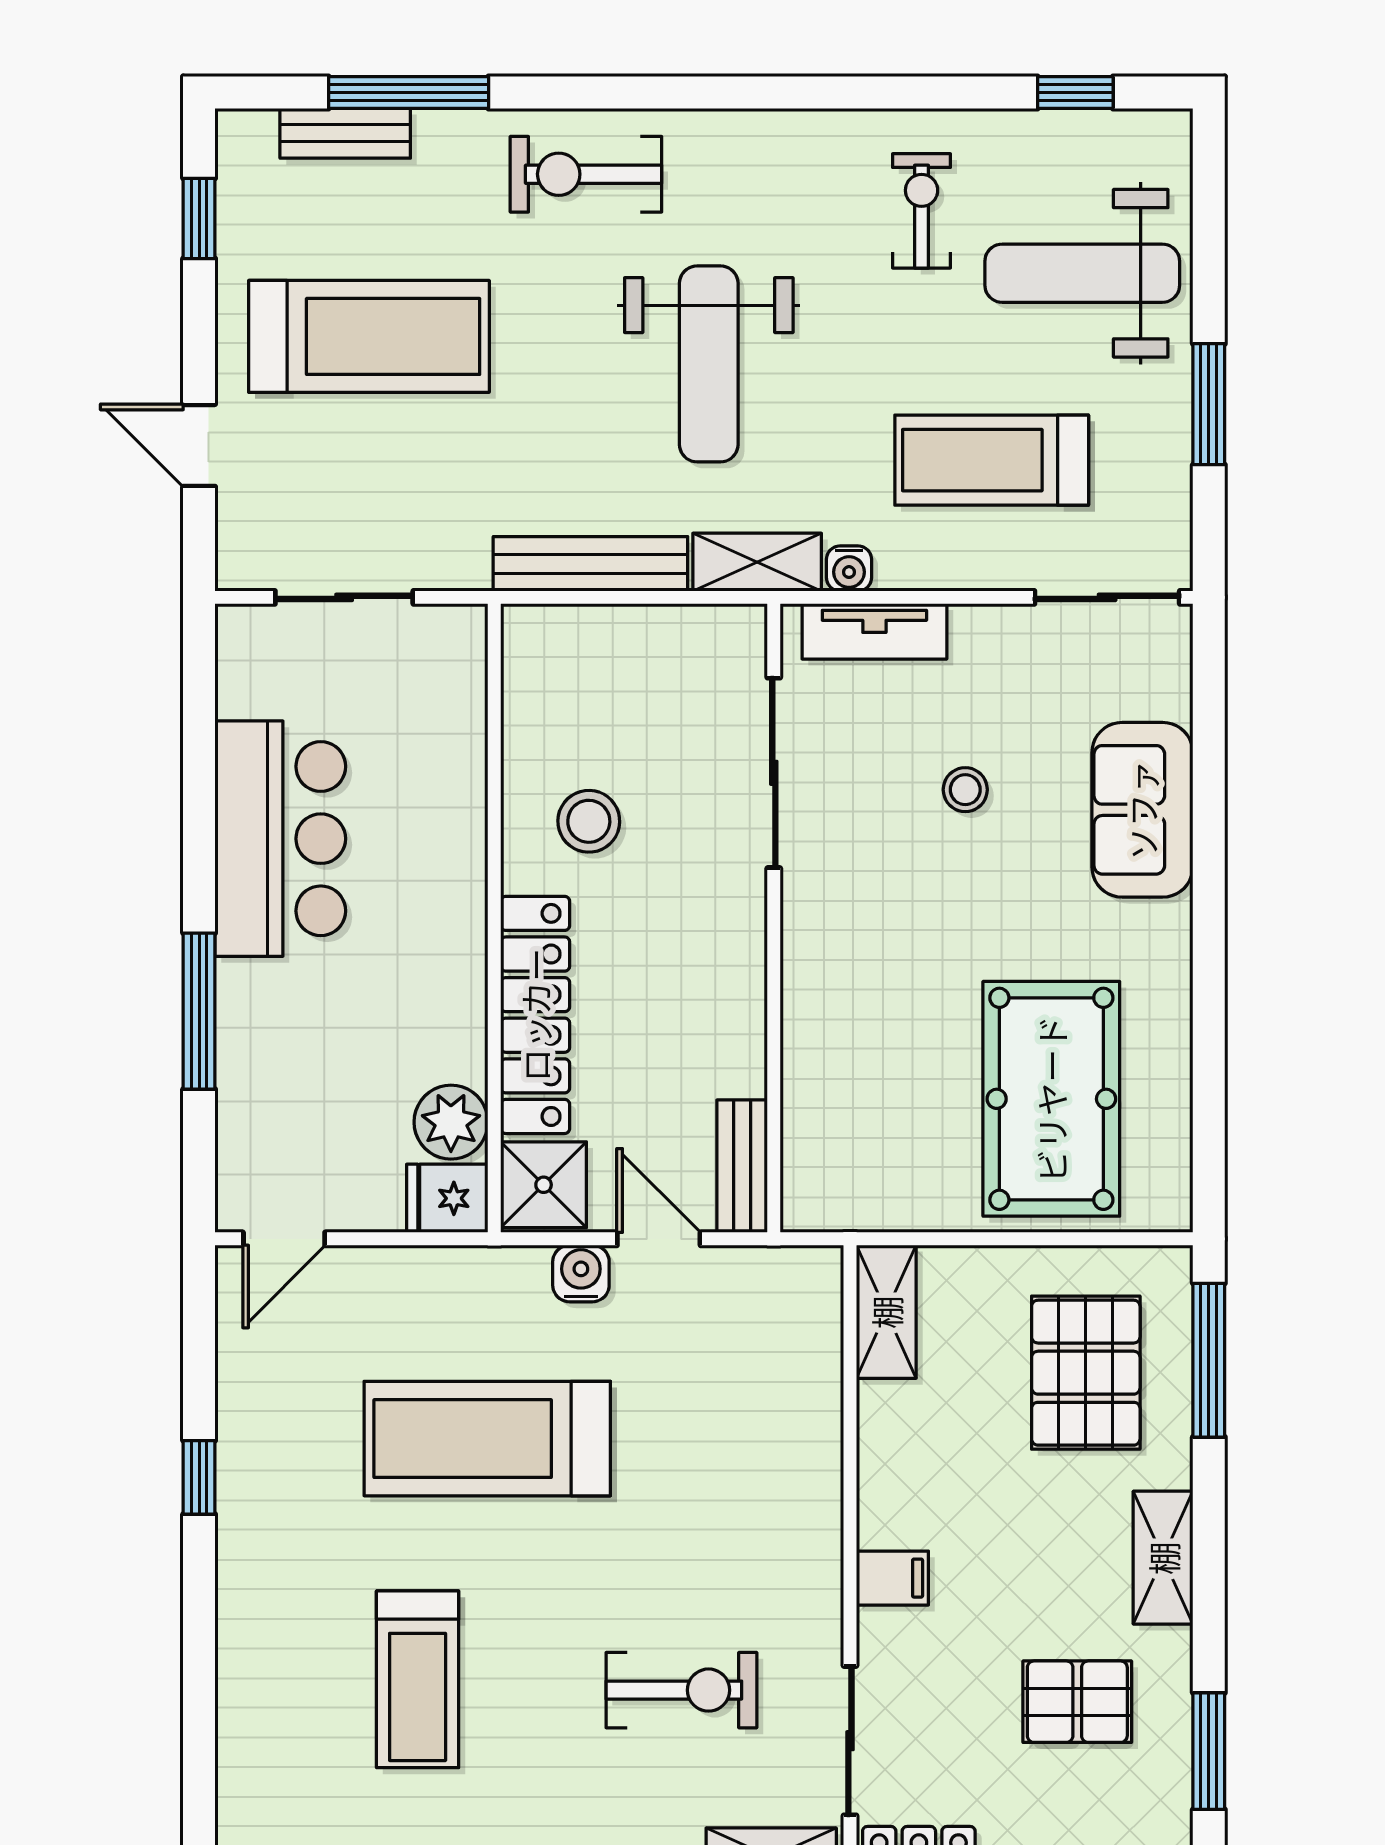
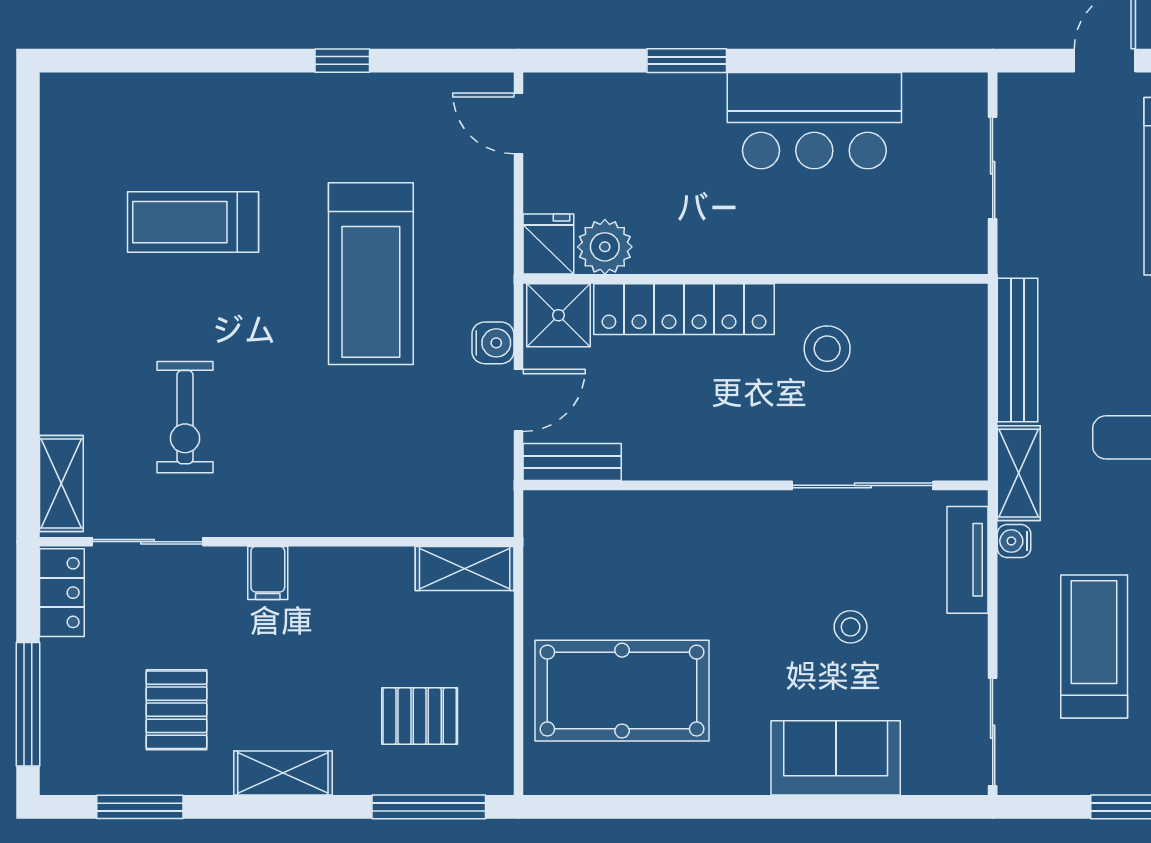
window: (199, 1011) -> (687, 61), width x0.69
pallet: (1086, 1373) -> (420, 716), width x0.67, depth x0.71
treadmill: (487, 1439) -> (371, 274), turned 180

